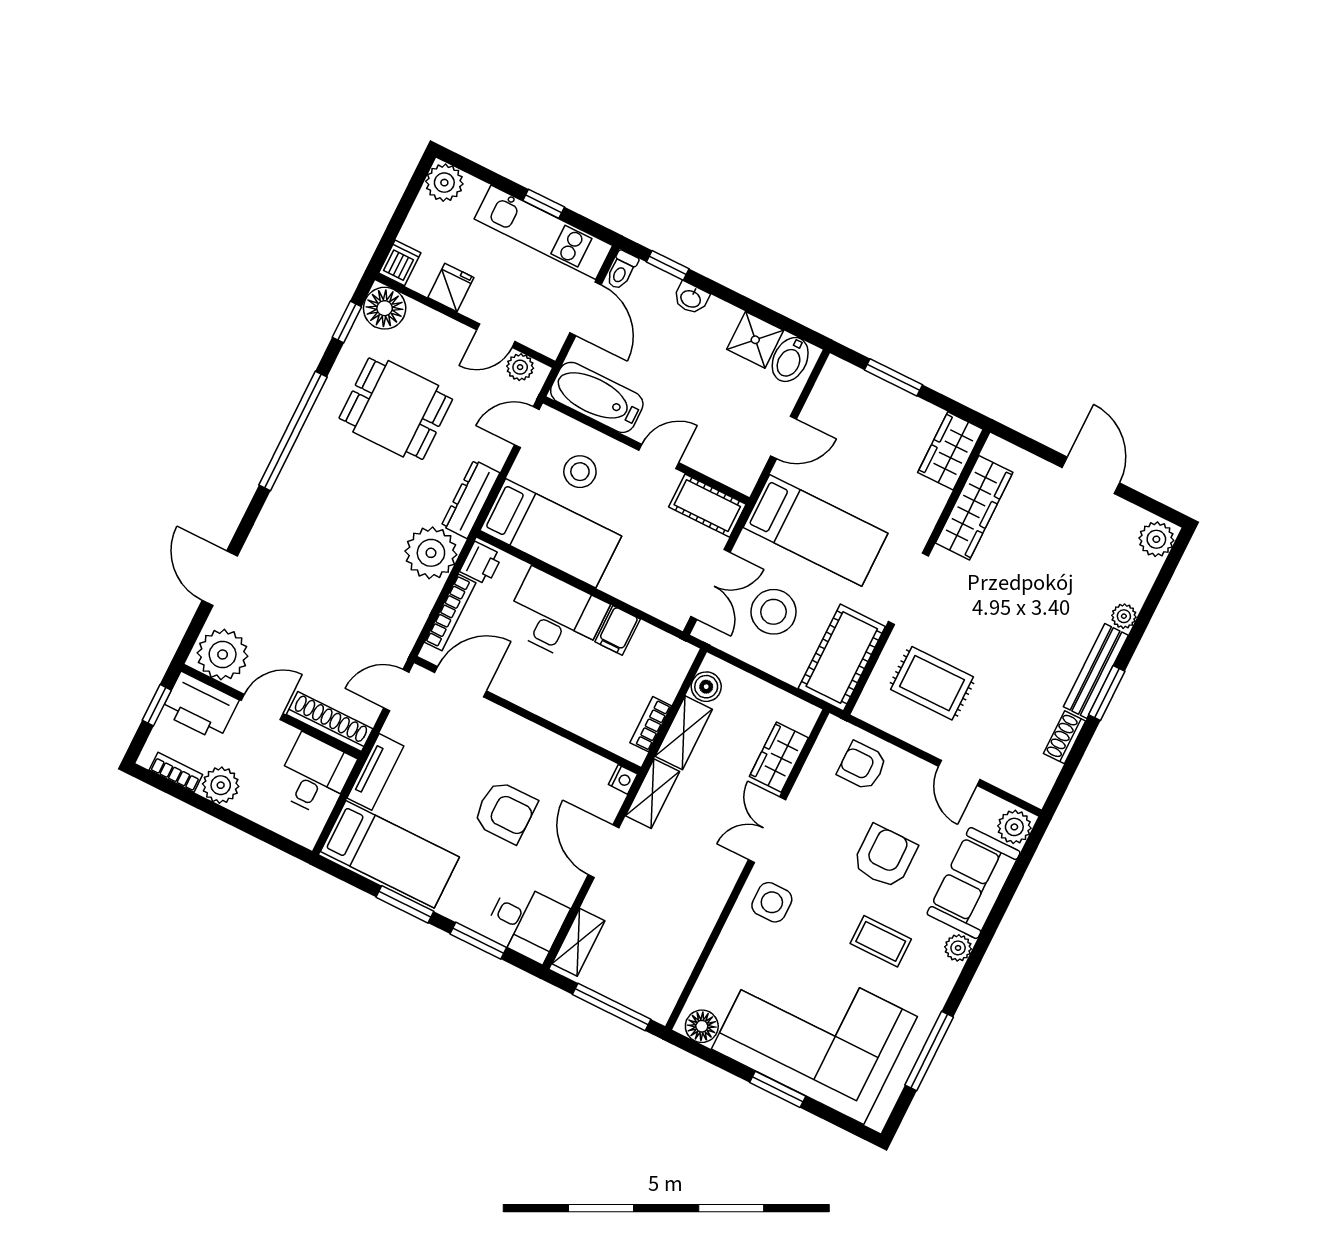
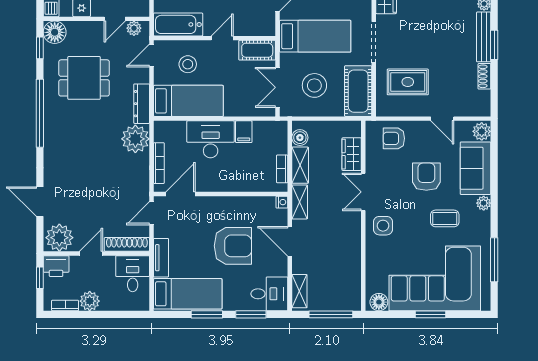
printer: (481, 563) -> (162, 132), removed
double door: (711, 584) -> (278, 87), swing flipped
printer: (200, 706) -> (56, 266), width x0.73, depth x0.84
armchair: (505, 812) -> (233, 246), width x1.36, depth x1.36

